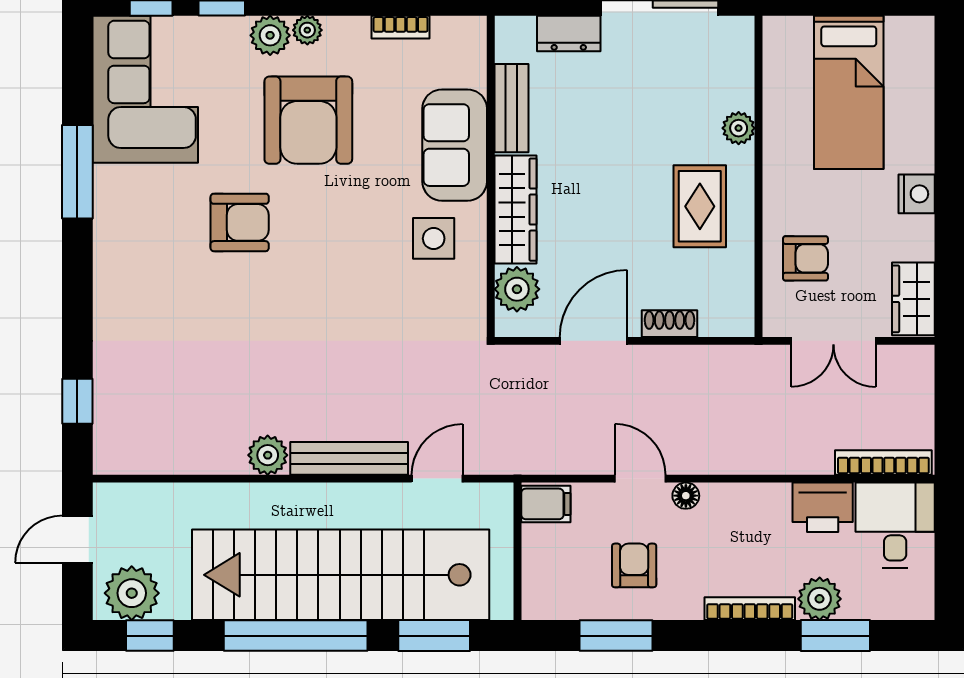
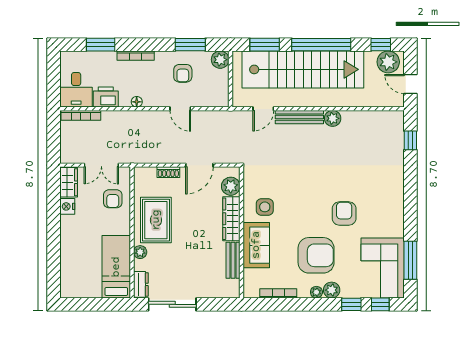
bookcase: (401, 27) -> (278, 293), width x1.56
dresser: (569, 33) -> (141, 284), moved, turned 90
bed: (849, 92) -> (116, 267), moved
armchair: (308, 120) -> (316, 255), turned 90
window: (77, 172) -> (410, 260), moved
nightstand: (917, 194) -> (67, 206), moved
rug: (700, 206) -> (156, 220), width x1.36, depth x1.43
armchair: (240, 222) -> (344, 213), turned 90
armchair: (805, 258) -> (113, 199), turned -90
double door: (833, 341) -> (101, 165), swing flipped
floor lamp: (686, 496) -> (137, 102), moved
filing cabinet: (546, 504) -> (219, 98), removed
door: (77, 539) -> (410, 84), swing flipped
plant: (820, 599) -> (220, 60), moved

